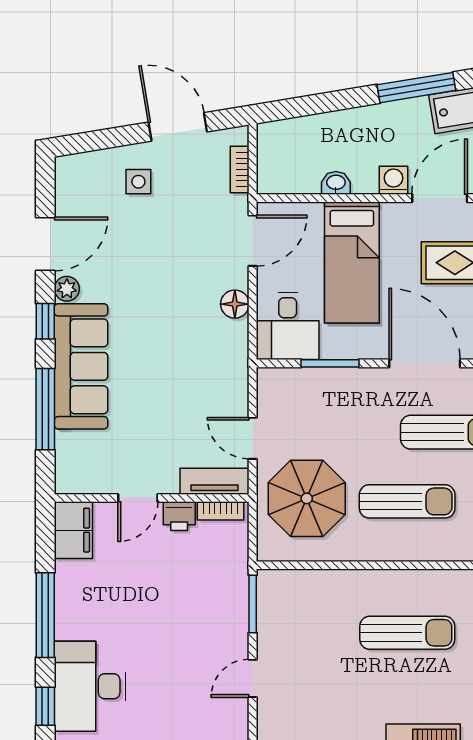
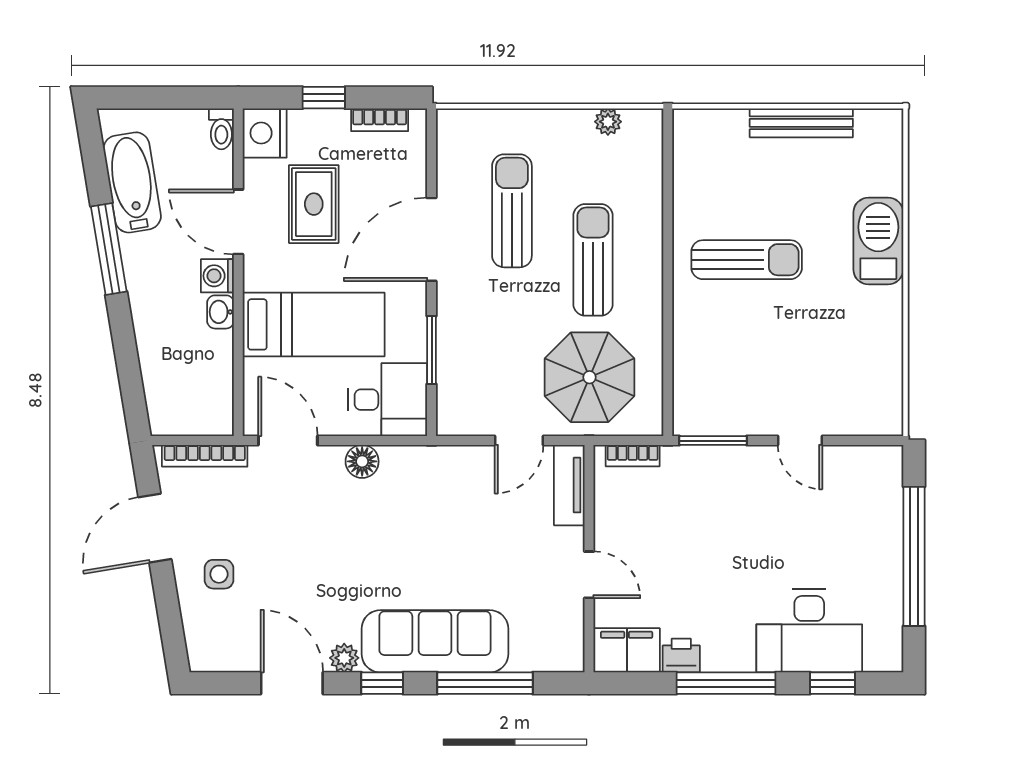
bookcase: (240, 169) -> (205, 456), width x1.56
washbasin: (336, 183) -> (220, 312), moved
bookcase: (220, 511) -> (633, 456), moved, turned 90
printer: (179, 516) -> (681, 656), moved, turned -90
sun lounger: (407, 633) -> (747, 260), turned 90

